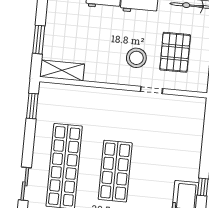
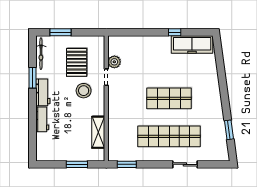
pallet: (175, 52) -> (77, 62), turned 90
shelving: (62, 70) -> (98, 132), moved
plant: (171, 103) -> (114, 62), added

